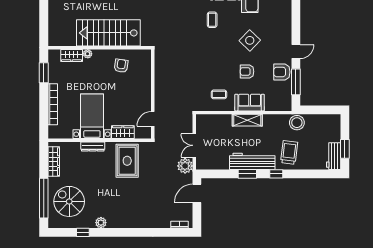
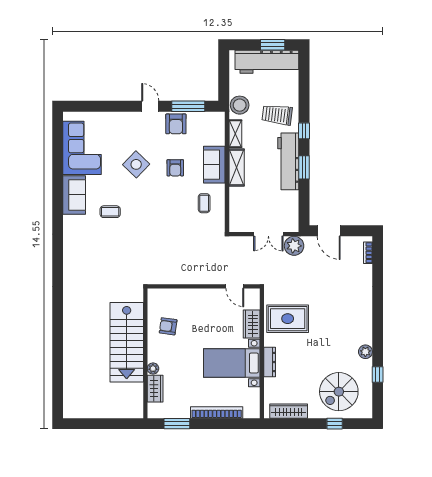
shelving: (274, 119) -> (235, 134), added
workbench: (334, 156) -> (267, 62), width x1.88, depth x1.32
window: (44, 198) -> (335, 424), width x0.32

